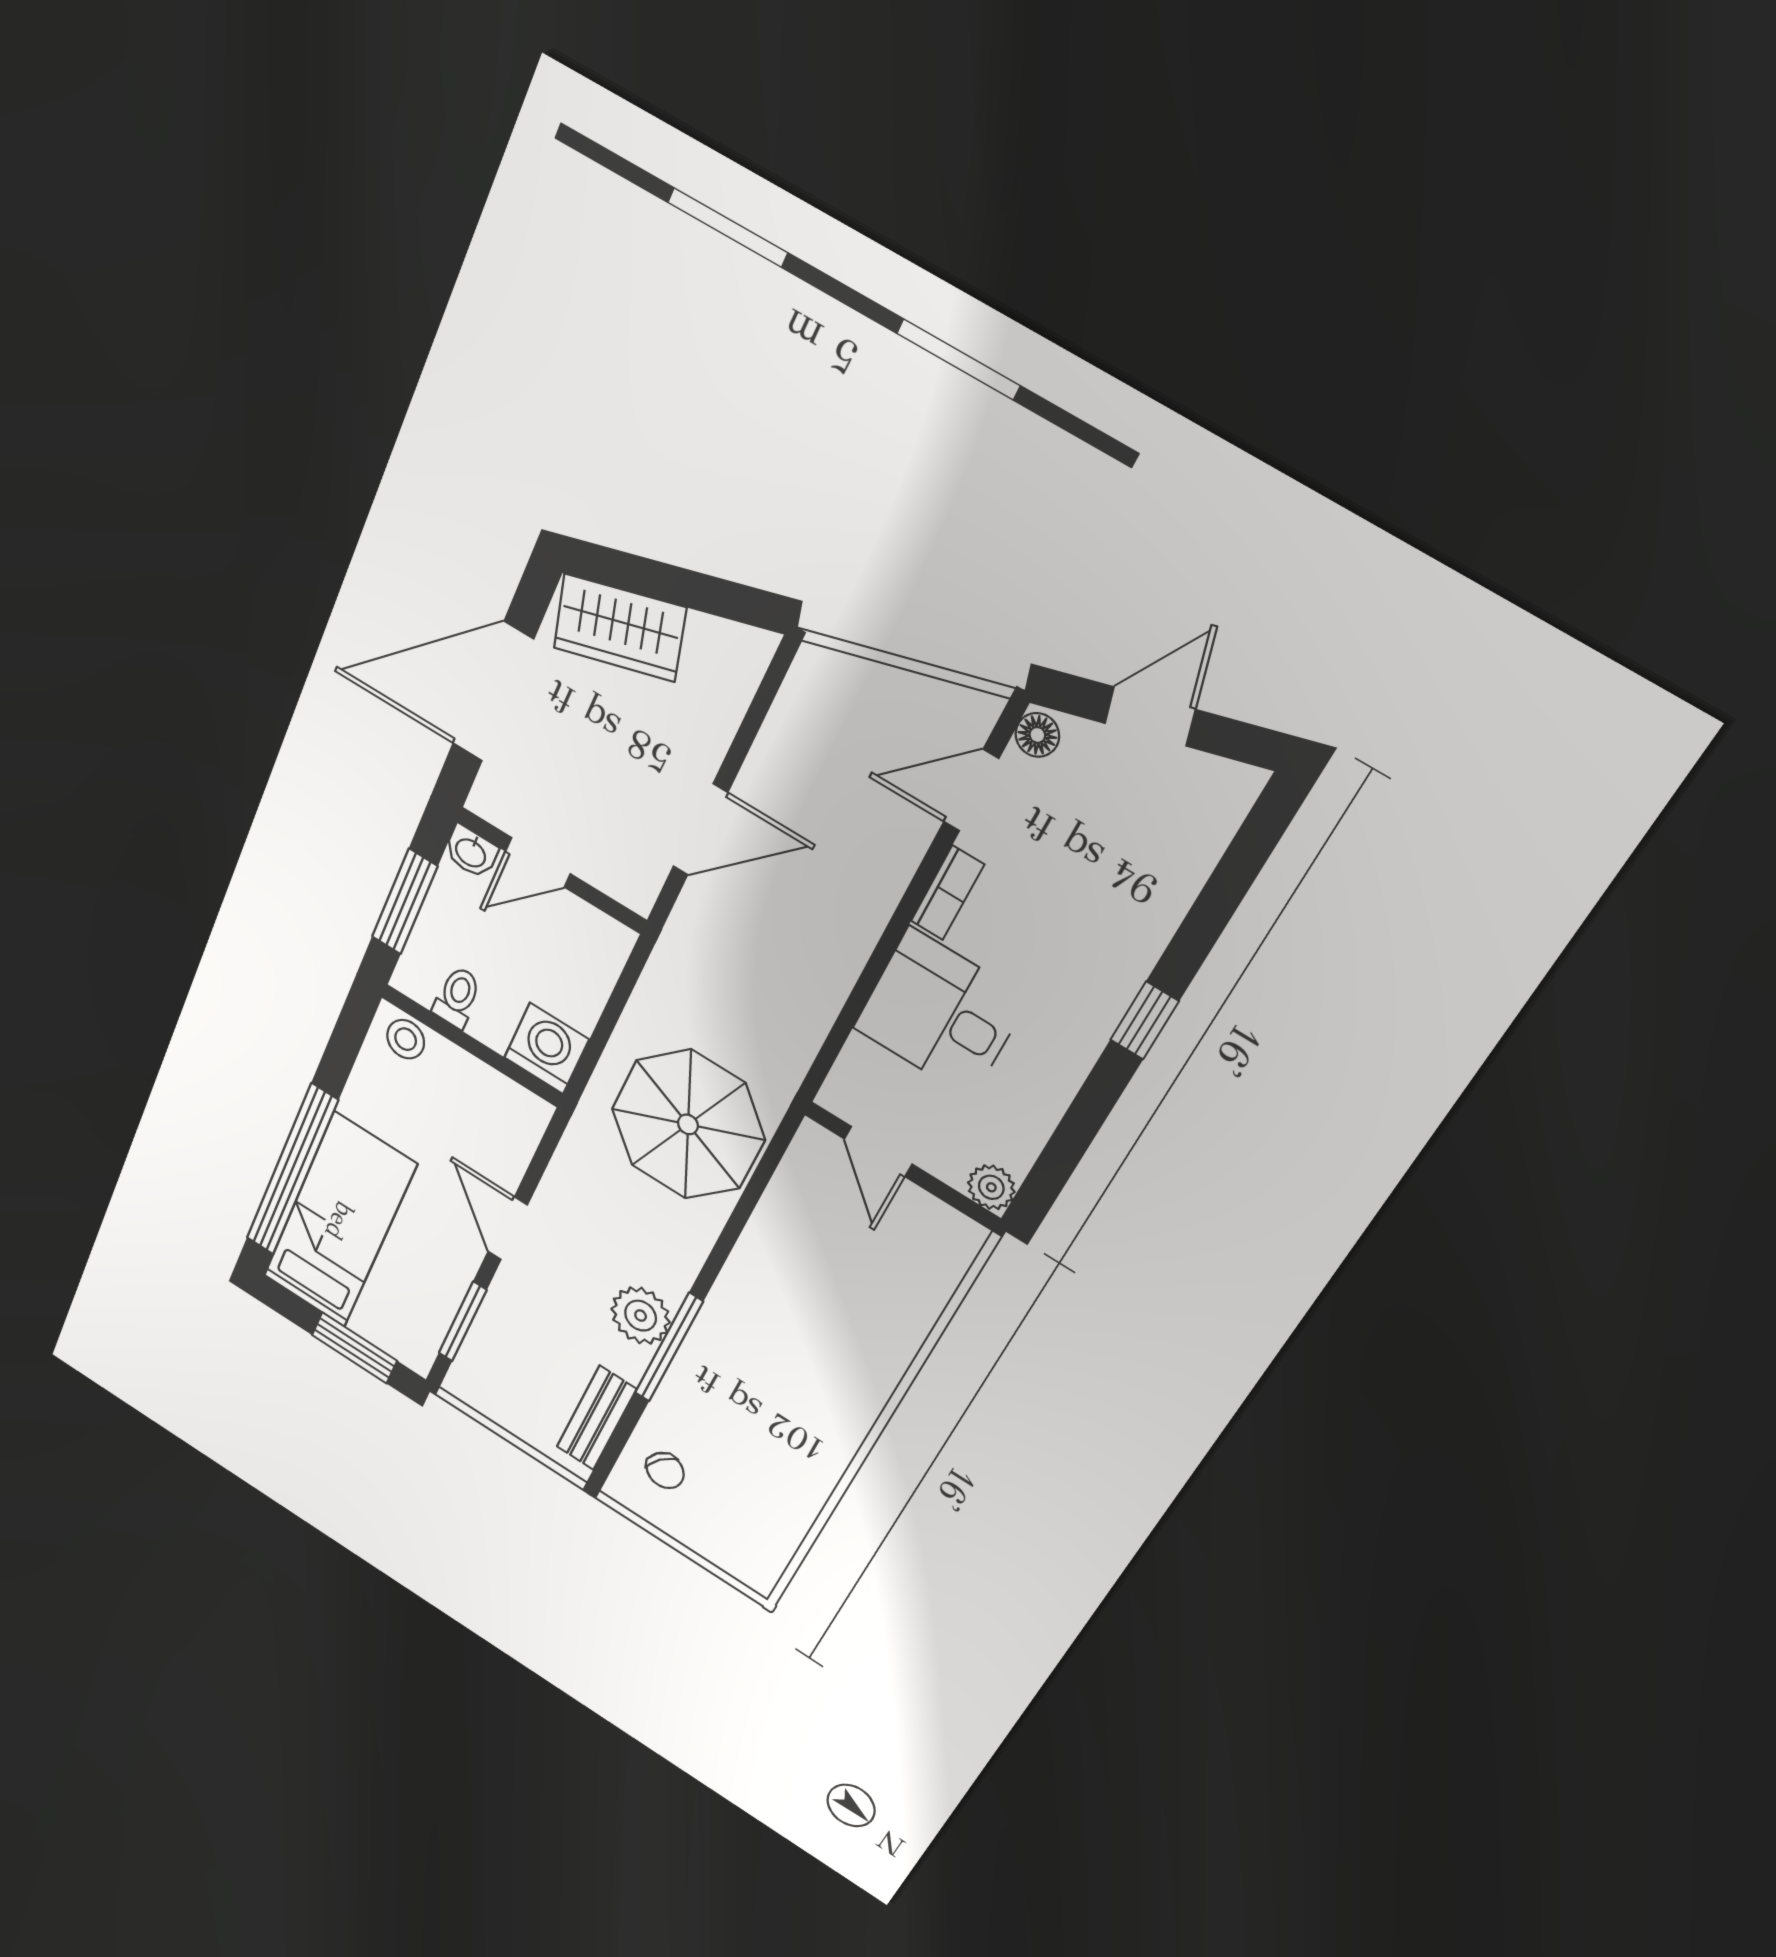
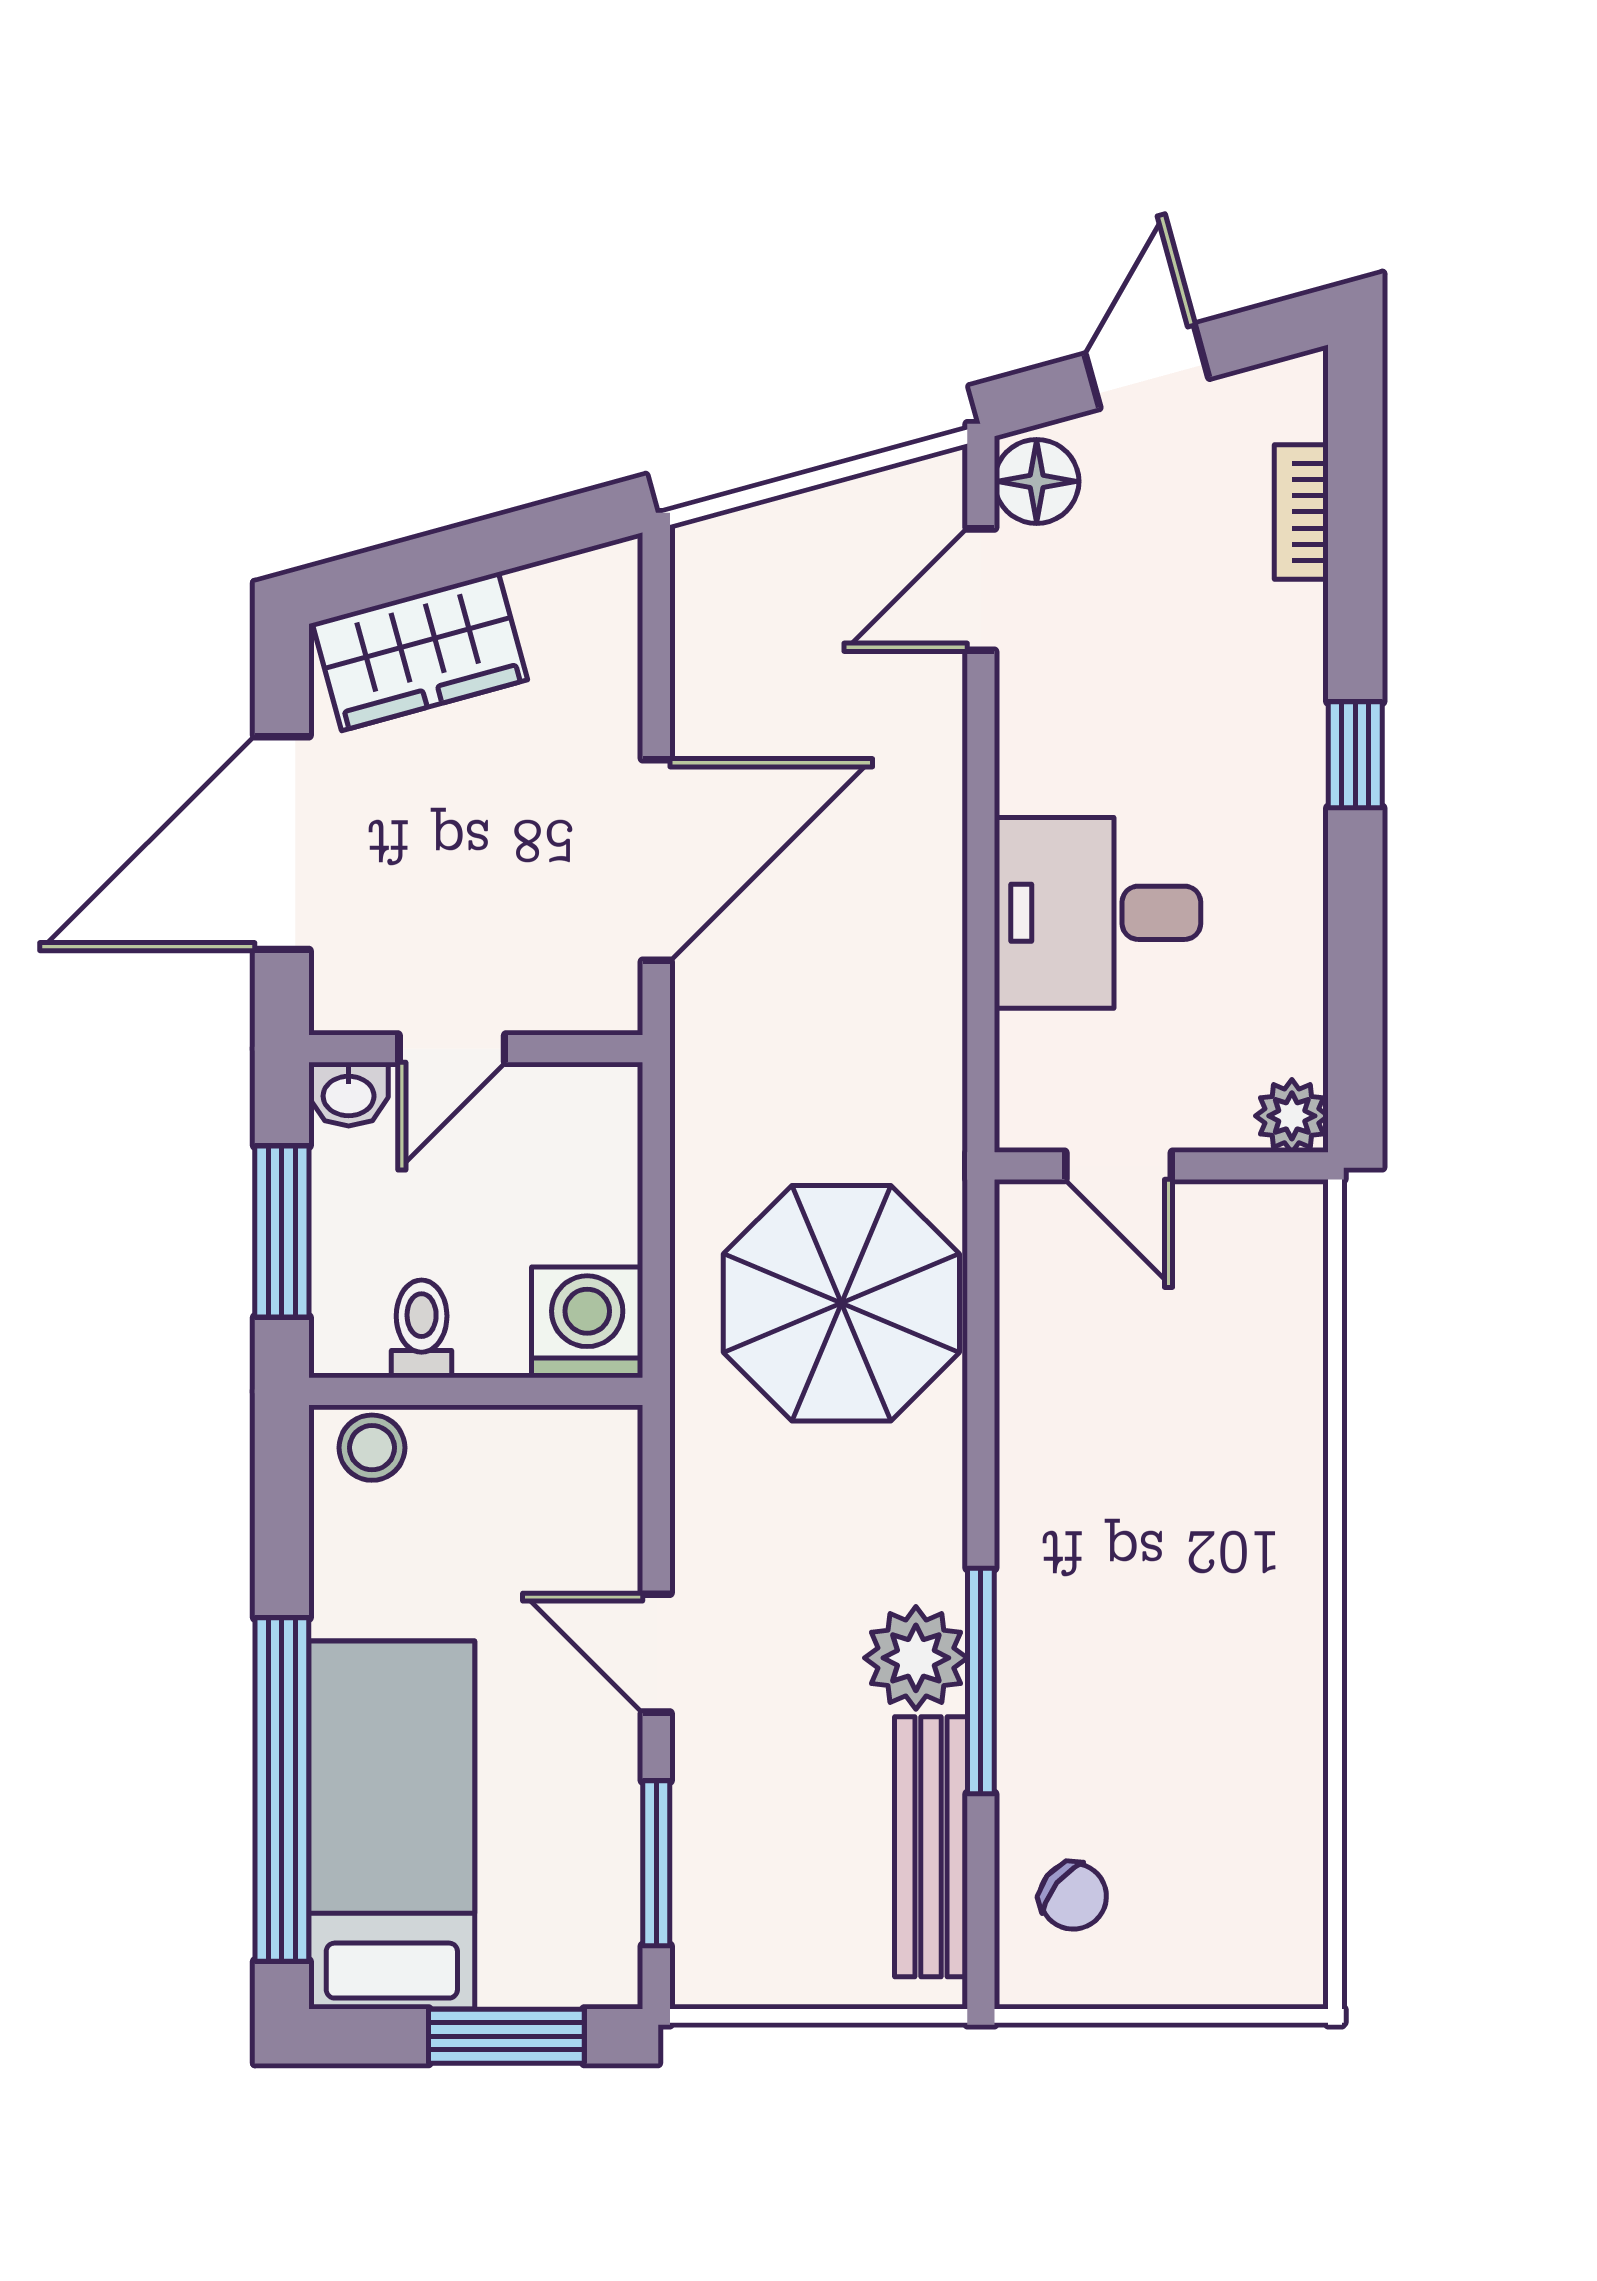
floor lamp: (1037, 735) -> (1037, 481), width x1.37, depth x1.37
door: (700, 830) -> (656, 860), width x1.36
bookcase: (947, 893) -> (1301, 512), moved, turned 180
bench: (596, 1418) -> (931, 1847), width x1.36

